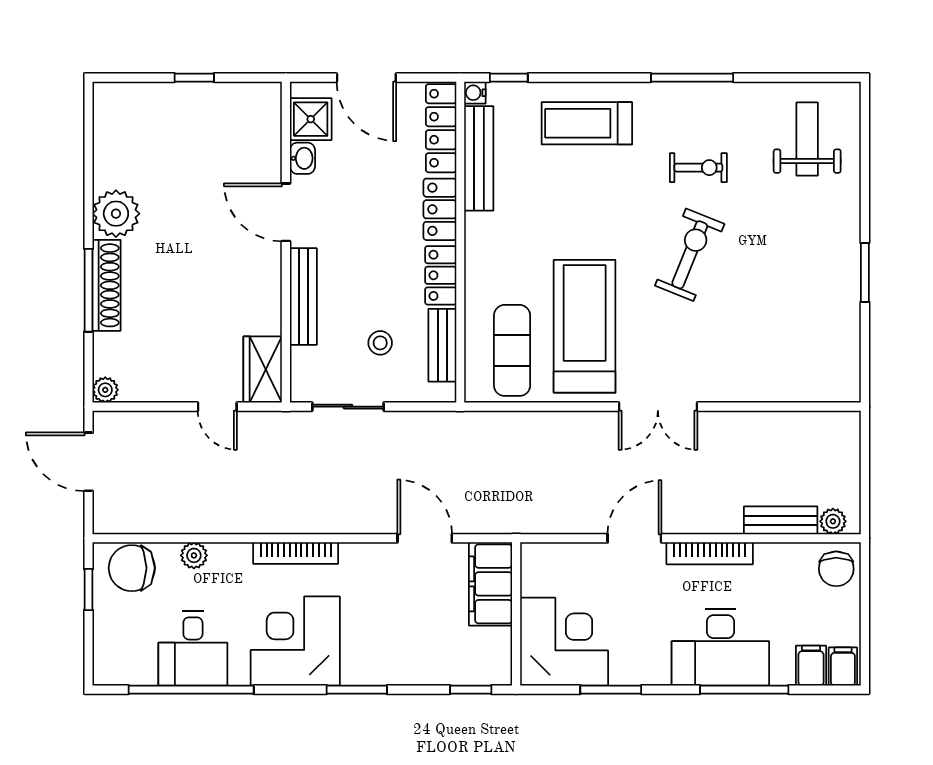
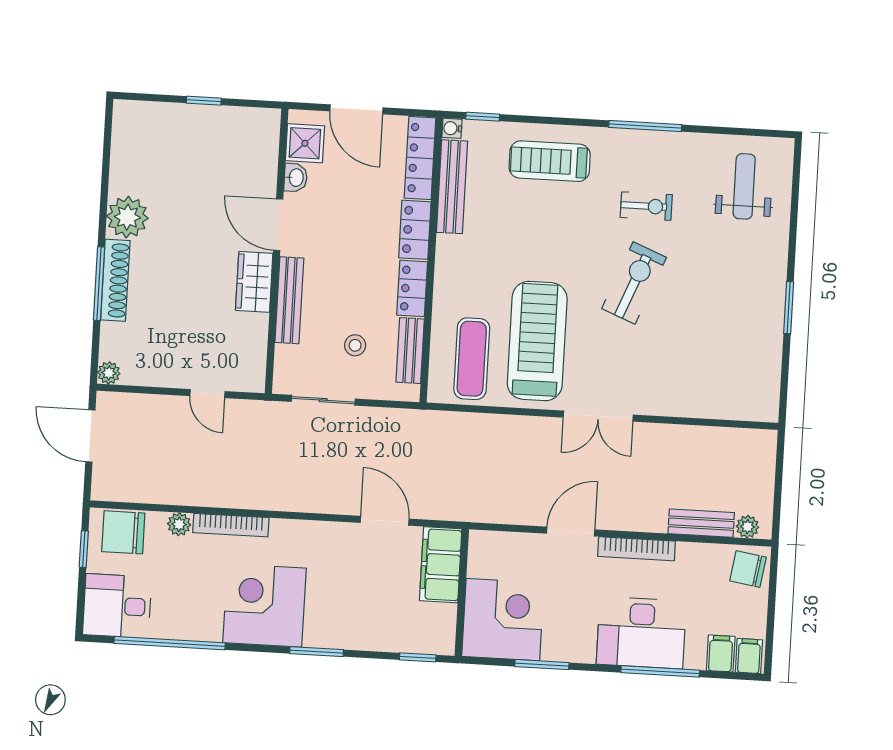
wardrobe: (263, 369) -> (254, 282), moved
bookcase: (296, 553) -> (231, 525), moved
chair: (836, 569) -> (748, 569), turned 99
desk: (193, 648) -> (117, 606), moved, turned 90

